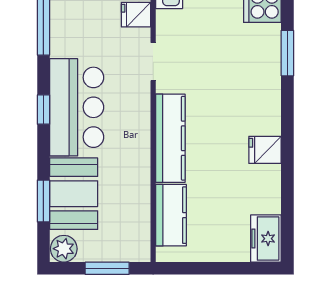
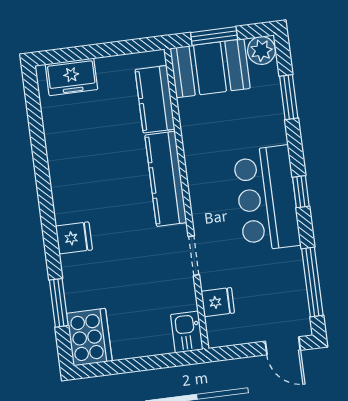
window: (287, 53) -> (59, 303), moved
fridge: (265, 150) -> (74, 238), moved
booth: (74, 194) -> (210, 68), moved, turned 90
freezer: (266, 239) -> (71, 77), moved, turned 90

